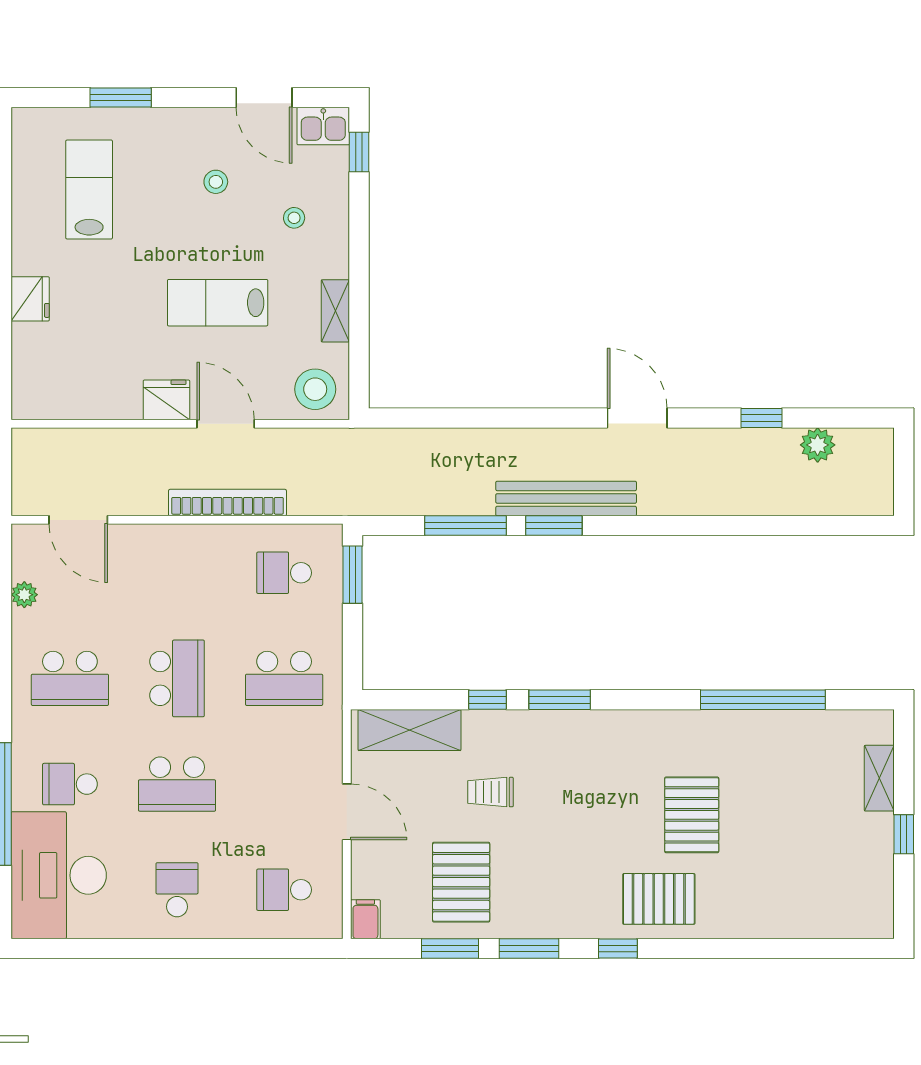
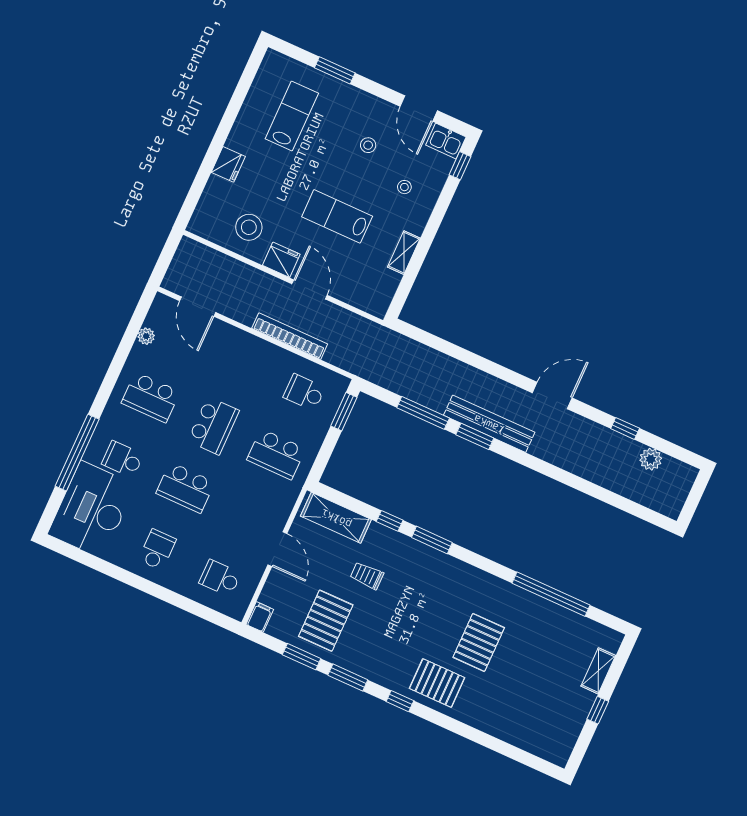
stool: (315, 389) -> (249, 227), moved
door: (637, 418) -> (552, 395), hinge flipped

